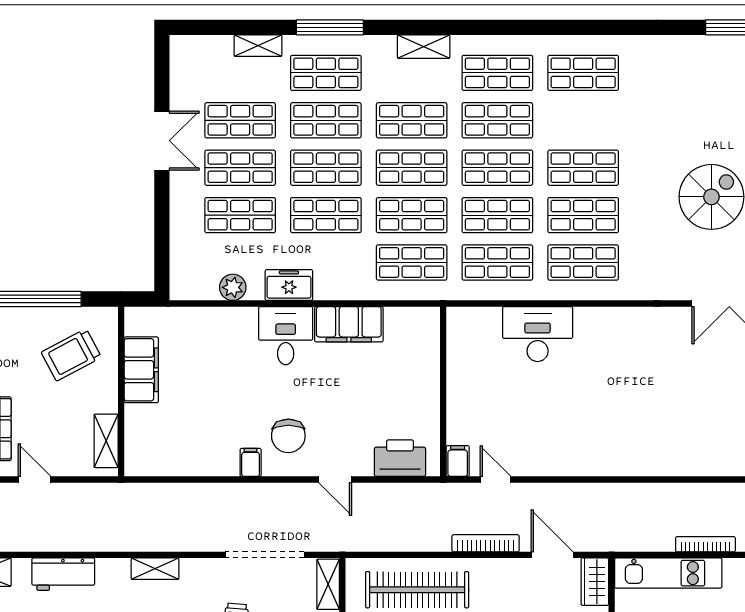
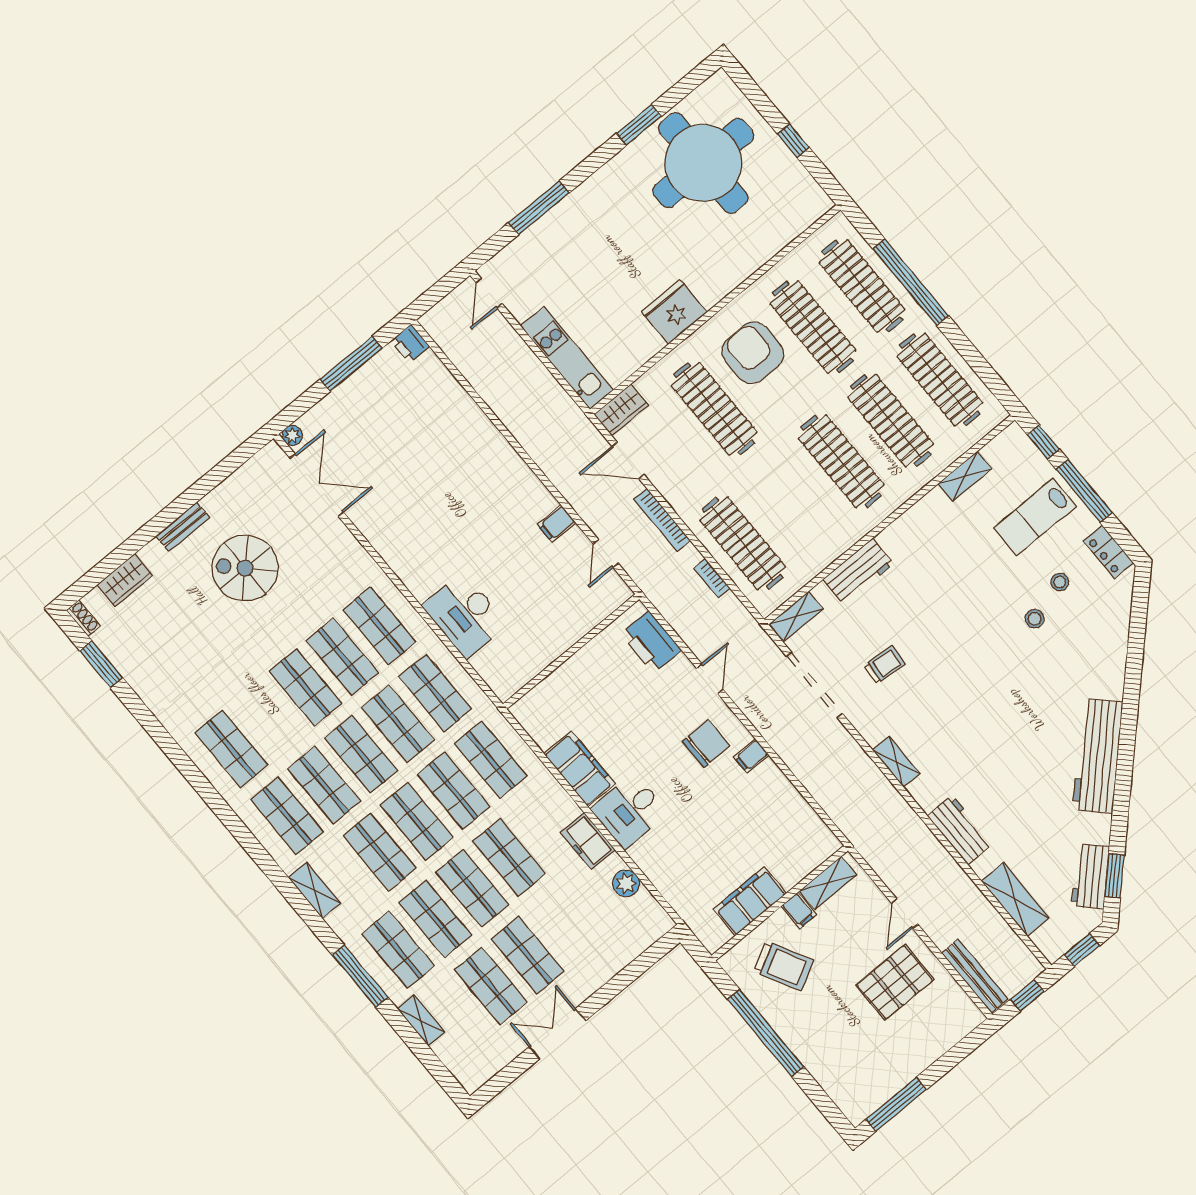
shop shelf: (240, 215) -> (565, 924), removed
filing cabinet: (104, 401) -> (799, 911), added
filing cabinet: (458, 461) -> (557, 524), moved
bookcase: (705, 544) -> (712, 578), moved, width x0.64
door: (552, 555) -> (628, 460), hinge flipped

